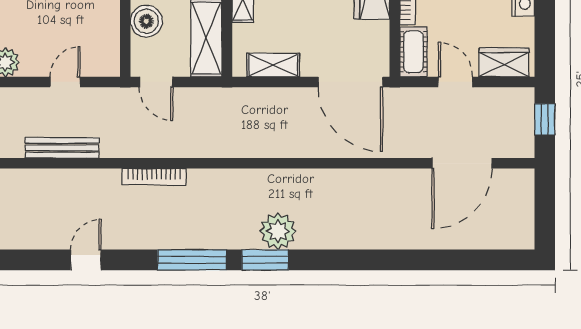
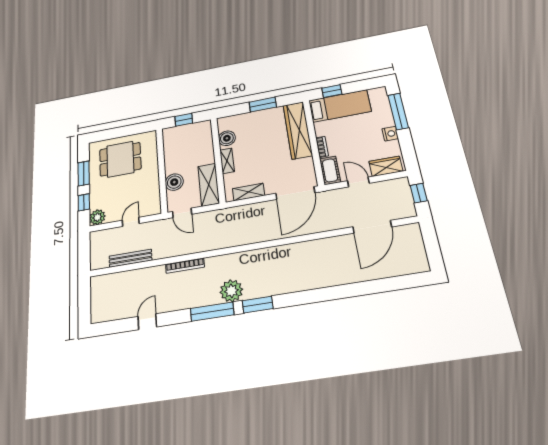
door: (350, 82) -> (295, 193), hinge flipped
plant: (278, 231) -> (231, 291), moved

